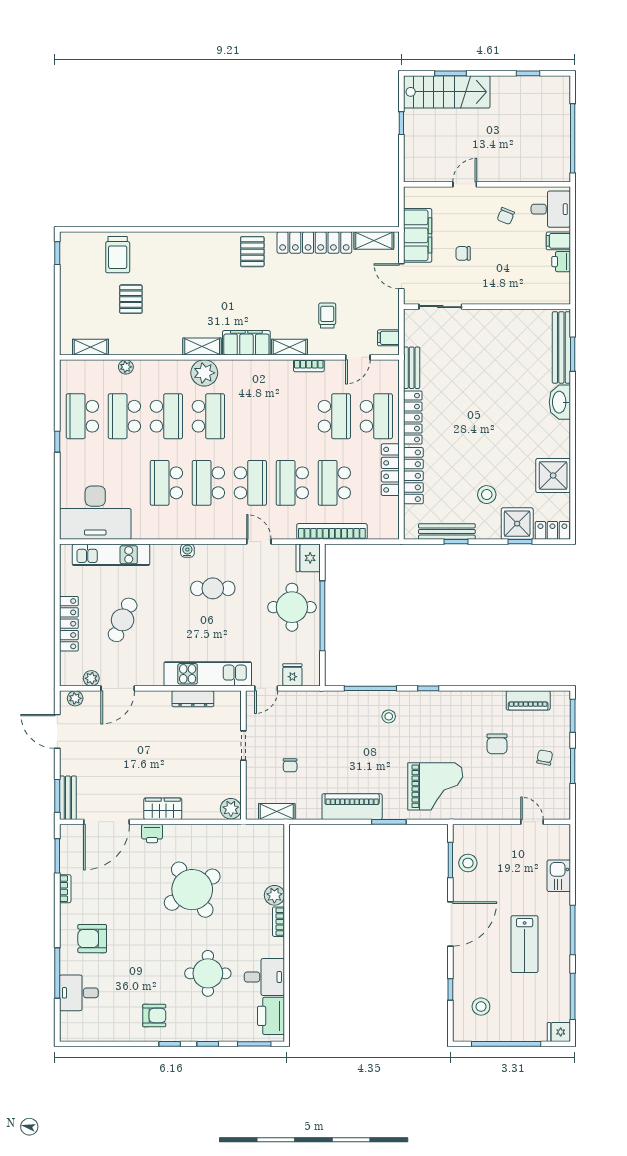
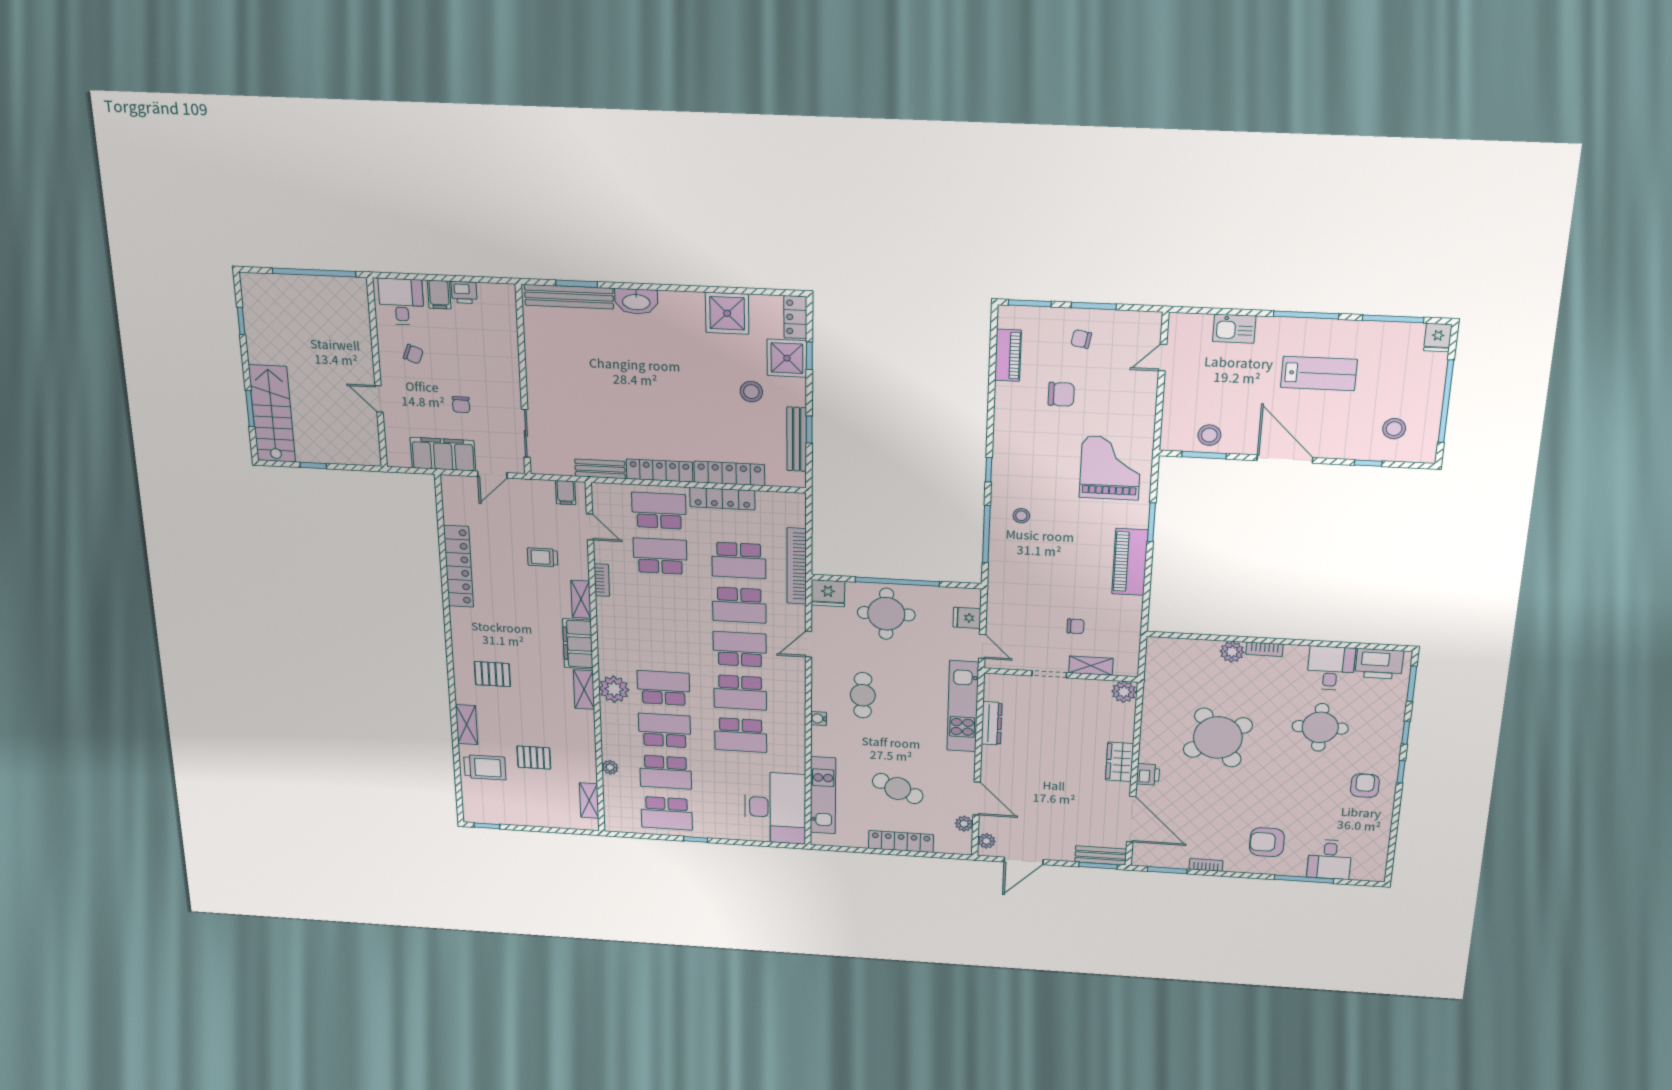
shelving: (374, 241) -> (467, 725), moved
pallet: (252, 252) -> (492, 674), moved
shelving: (277, 812) -> (1091, 666), moved, turned 90
armchair: (92, 939) -> (1267, 842), turned 90

